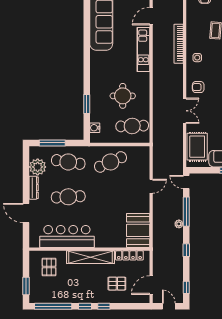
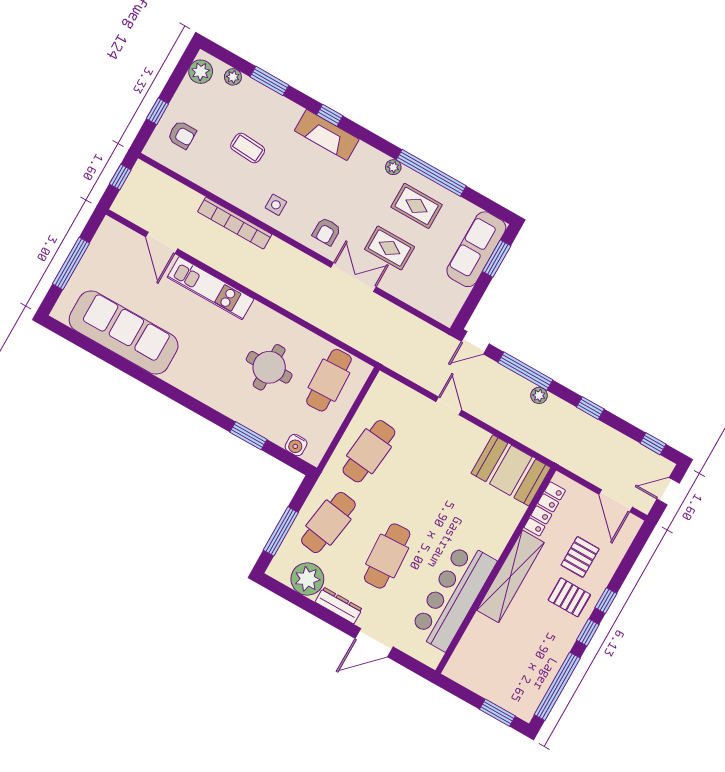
rug: (197, 147) -> (390, 248), moved, width x0.73, depth x0.70
cafe table: (111, 162) -> (369, 451), turned 30
pallet: (49, 267) -> (569, 597), moved

